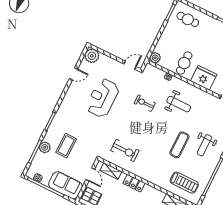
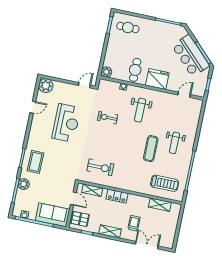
reception desk: (103, 98) -> (66, 123), turned 180
weight bench: (179, 104) -> (140, 110), turned 90
coffee table: (66, 146) -> (36, 162), moved

